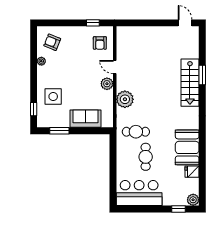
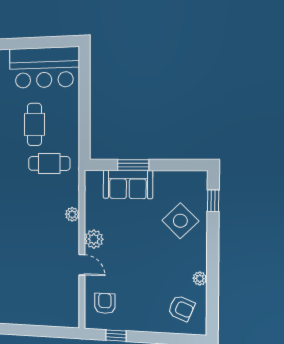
side table: (53, 97) -> (180, 221), turned 45
plant: (125, 99) -> (72, 214), width x0.53, depth x0.53
window: (59, 131) -> (133, 165), moved

